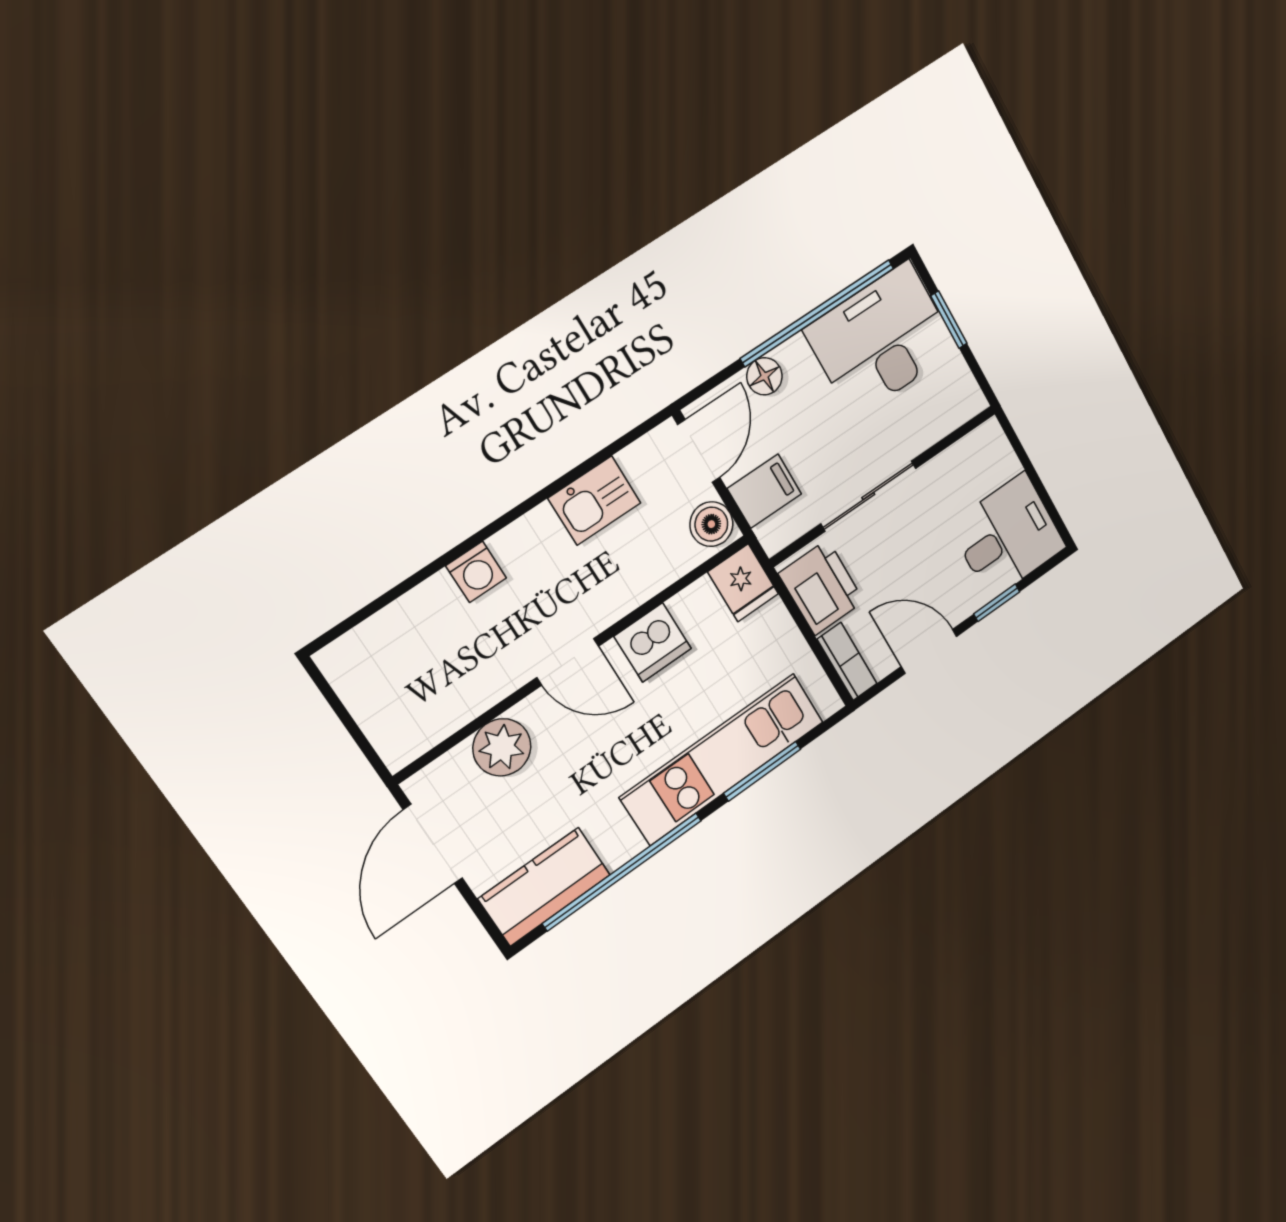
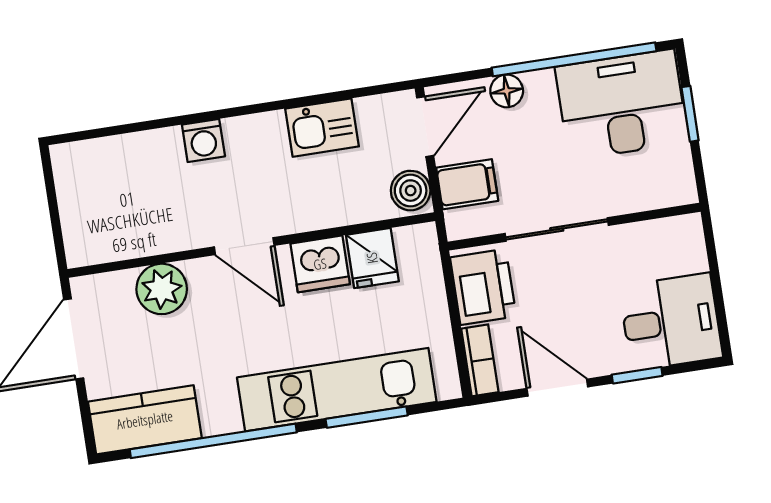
fridge: (743, 583) -> (372, 258), moved

